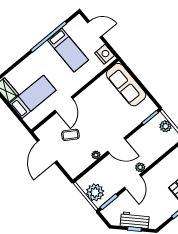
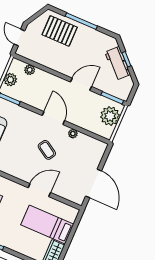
coffee table: (70, 135) -> (47, 150), moved
door: (47, 151) -> (94, 183), hinge flipped
plant: (140, 167) -> (30, 70), moved

